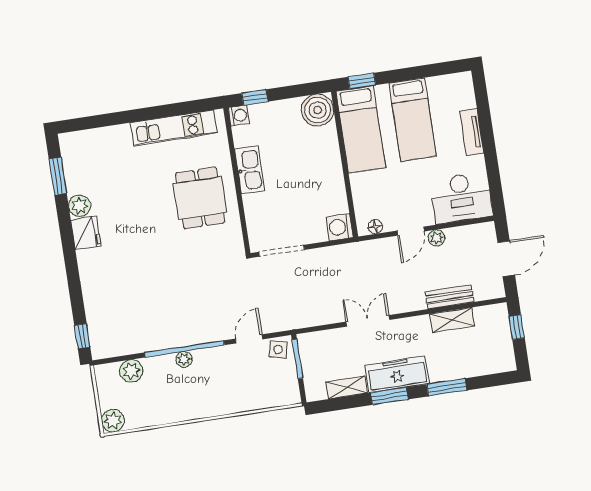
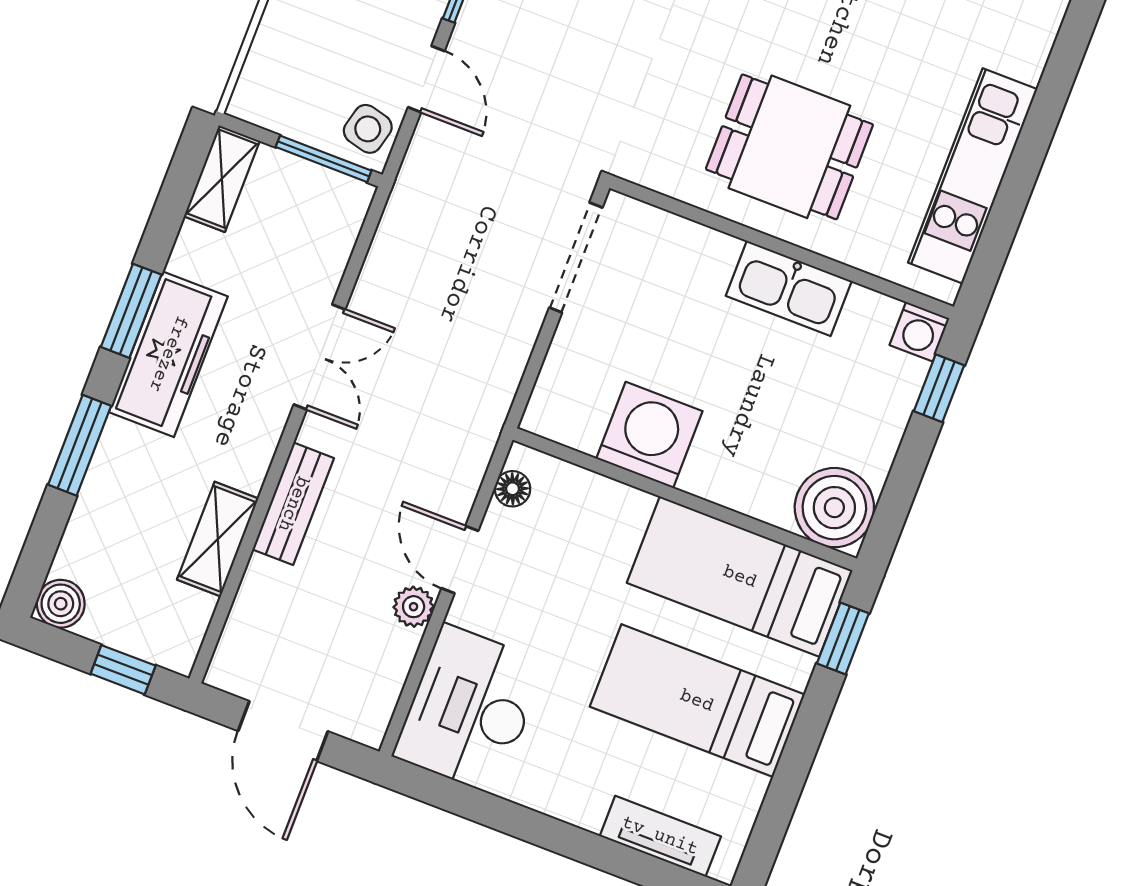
tv unit: (472, 132) -> (660, 836), moved
washing machine: (339, 227) -> (649, 435), moved, width x1.37, depth x1.37
bench: (450, 297) -> (293, 504), moved
boiler: (506, 362) -> (61, 604), added
shelving: (347, 387) -> (222, 179), moved

